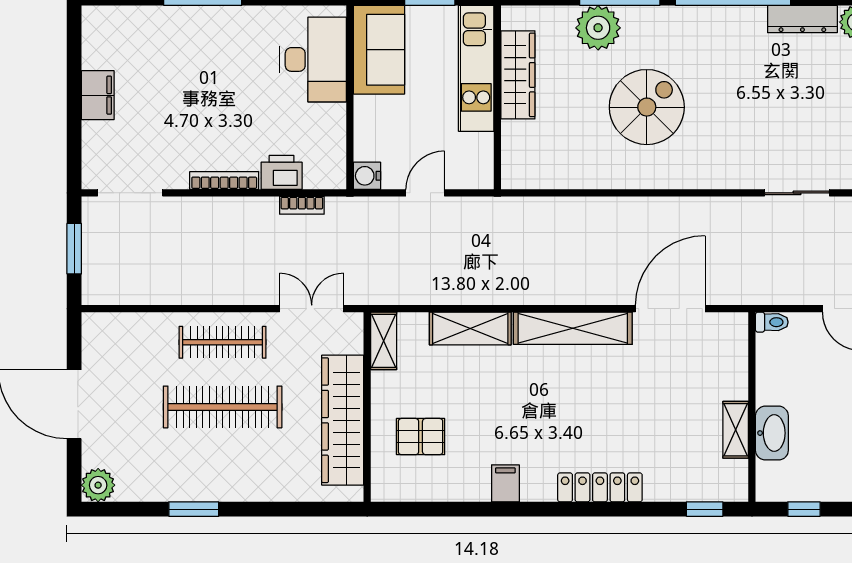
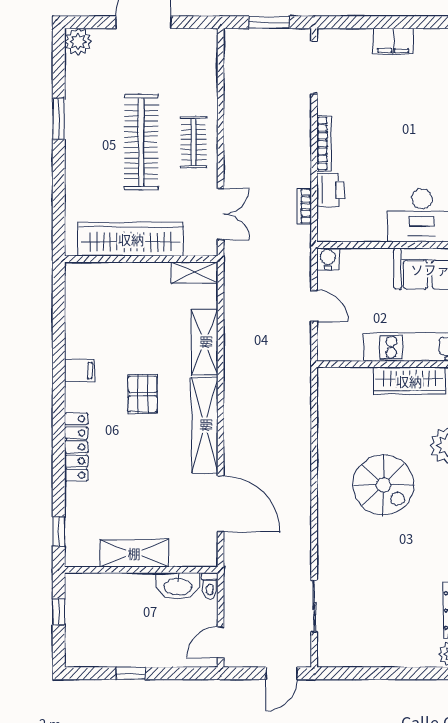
clothes rail: (223, 342) -> (193, 142), width x0.73
shelving: (736, 430) -> (134, 553), width x1.50, depth x1.33
washbasin: (772, 433) -> (178, 586), moved
pallet: (421, 437) -> (143, 394), moved

